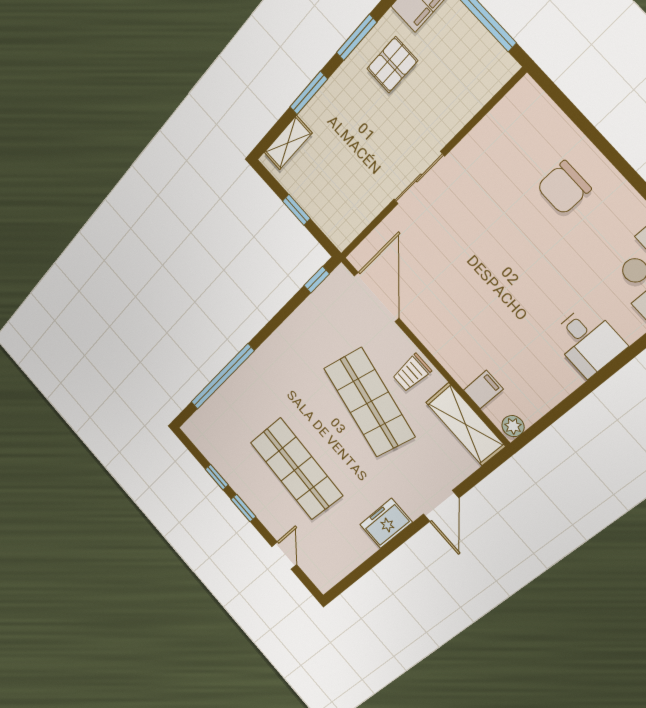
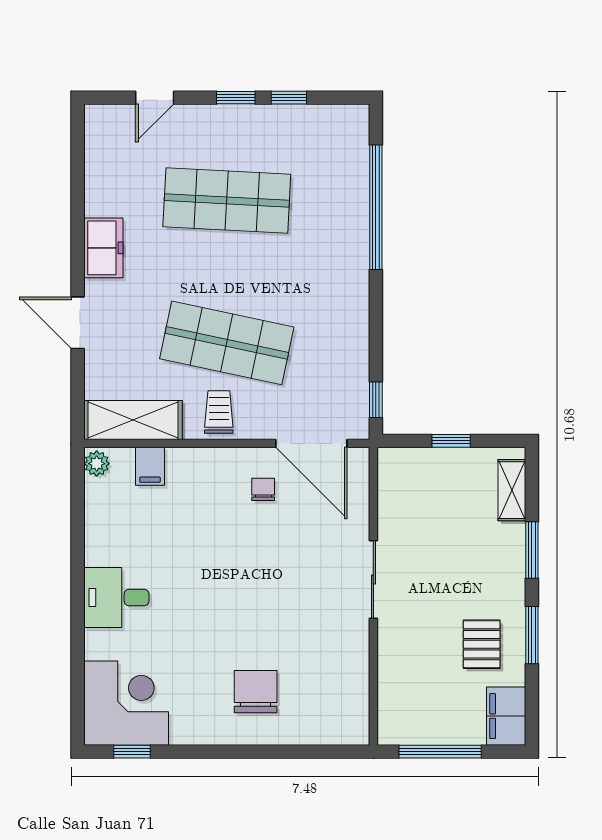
chair: (431, 303) -> (263, 489), added
door: (284, 556) -> (155, 98), hinge flipped

